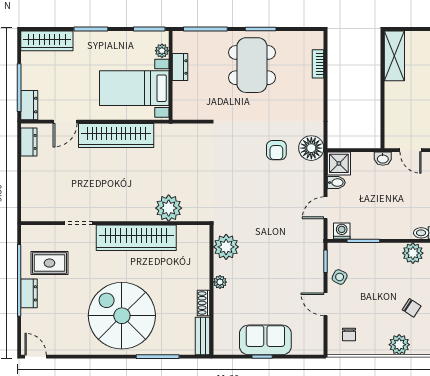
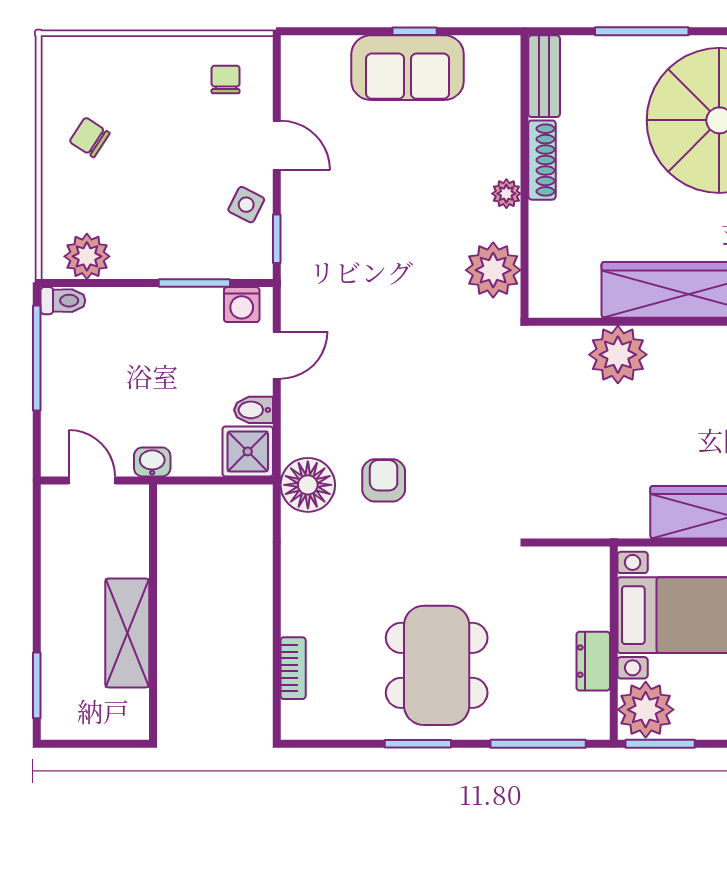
plant: (162, 51) -> (646, 710), width x1.88, depth x1.88
shelving: (394, 56) -> (127, 633), moved
shoe rack: (204, 303) -> (542, 160), width x1.43
plant: (399, 345) -> (116, 58), removed

